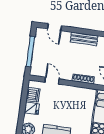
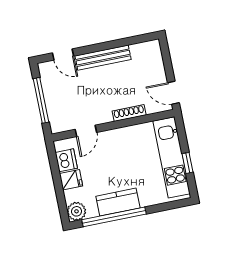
bench: (84, 39) -> (103, 58), width x1.36
door: (52, 81) -> (86, 131), swing flipped

